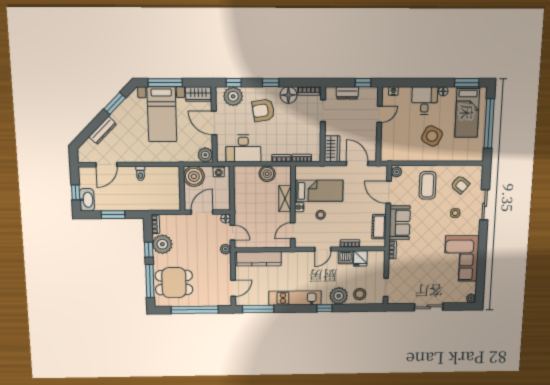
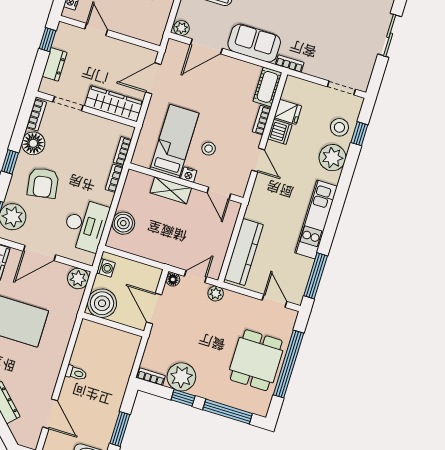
wardrobe: (332, 149) -> (114, 104), width x1.50
boiler: (267, 174) -> (123, 223), moved
cot: (379, 227) -> (267, 87), moved, turned 90
dining table: (174, 283) -> (256, 360), moved
window: (324, 308) -> (359, 134), moved

